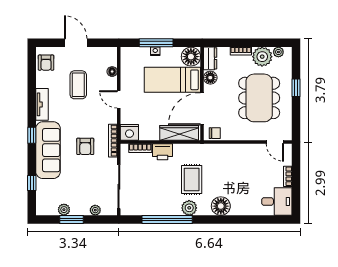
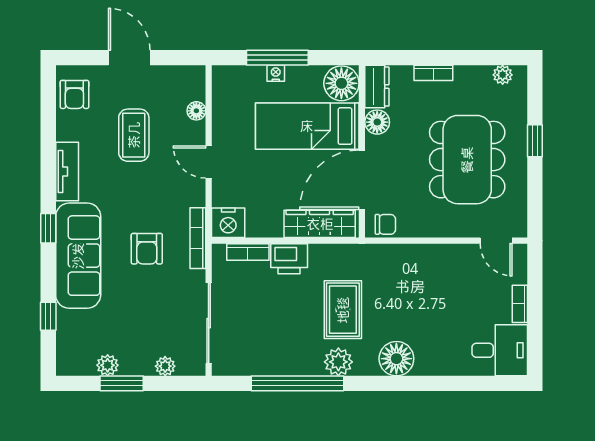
plant: (262, 57) -> (473, 83), removed

